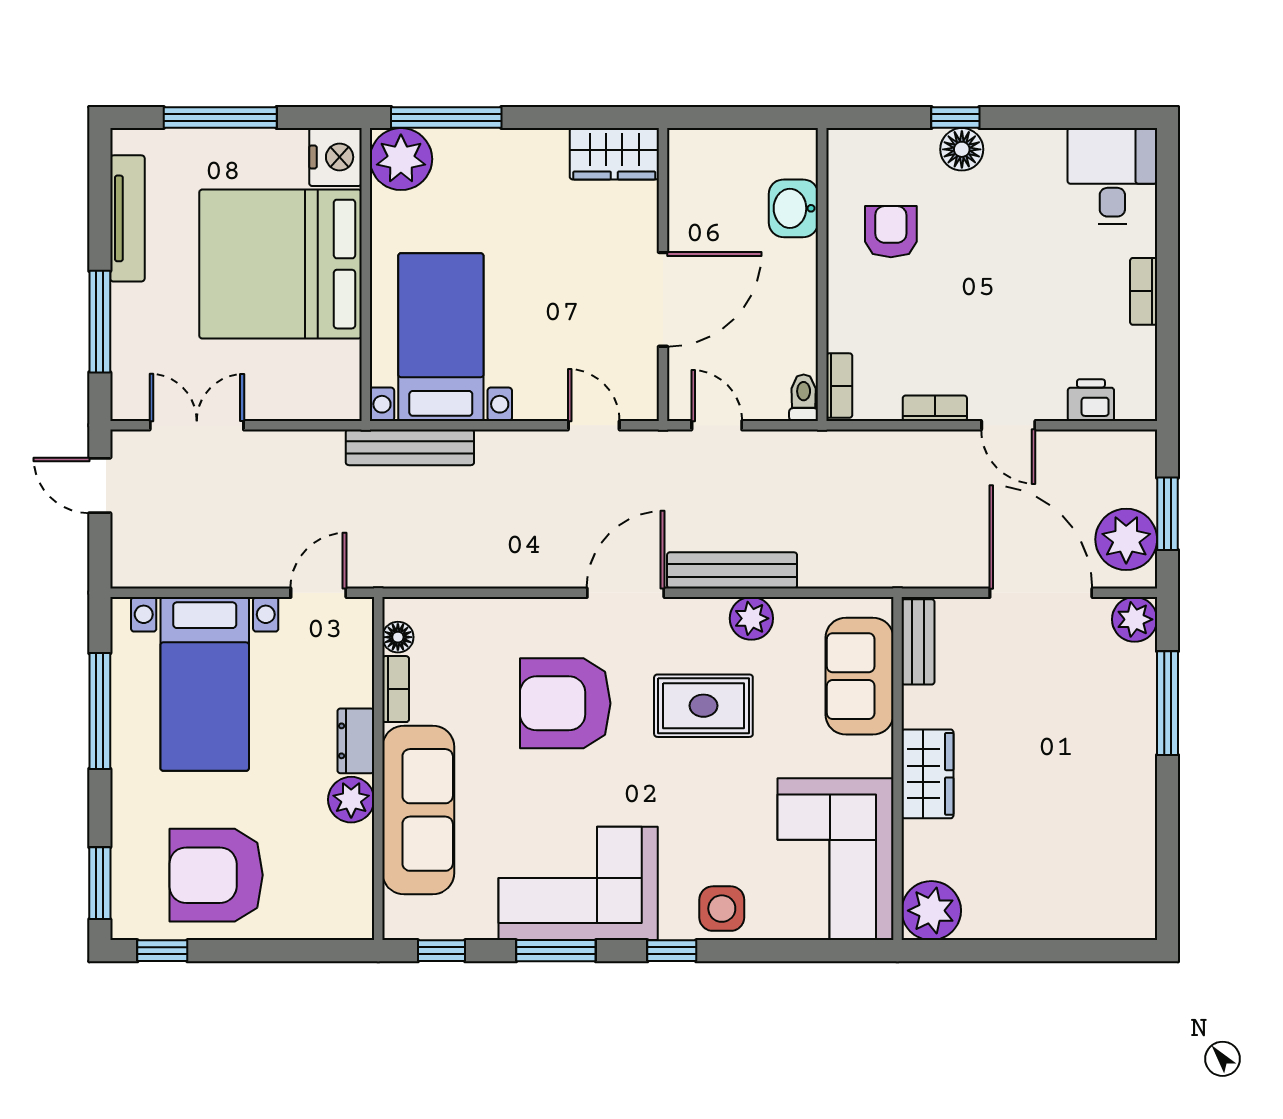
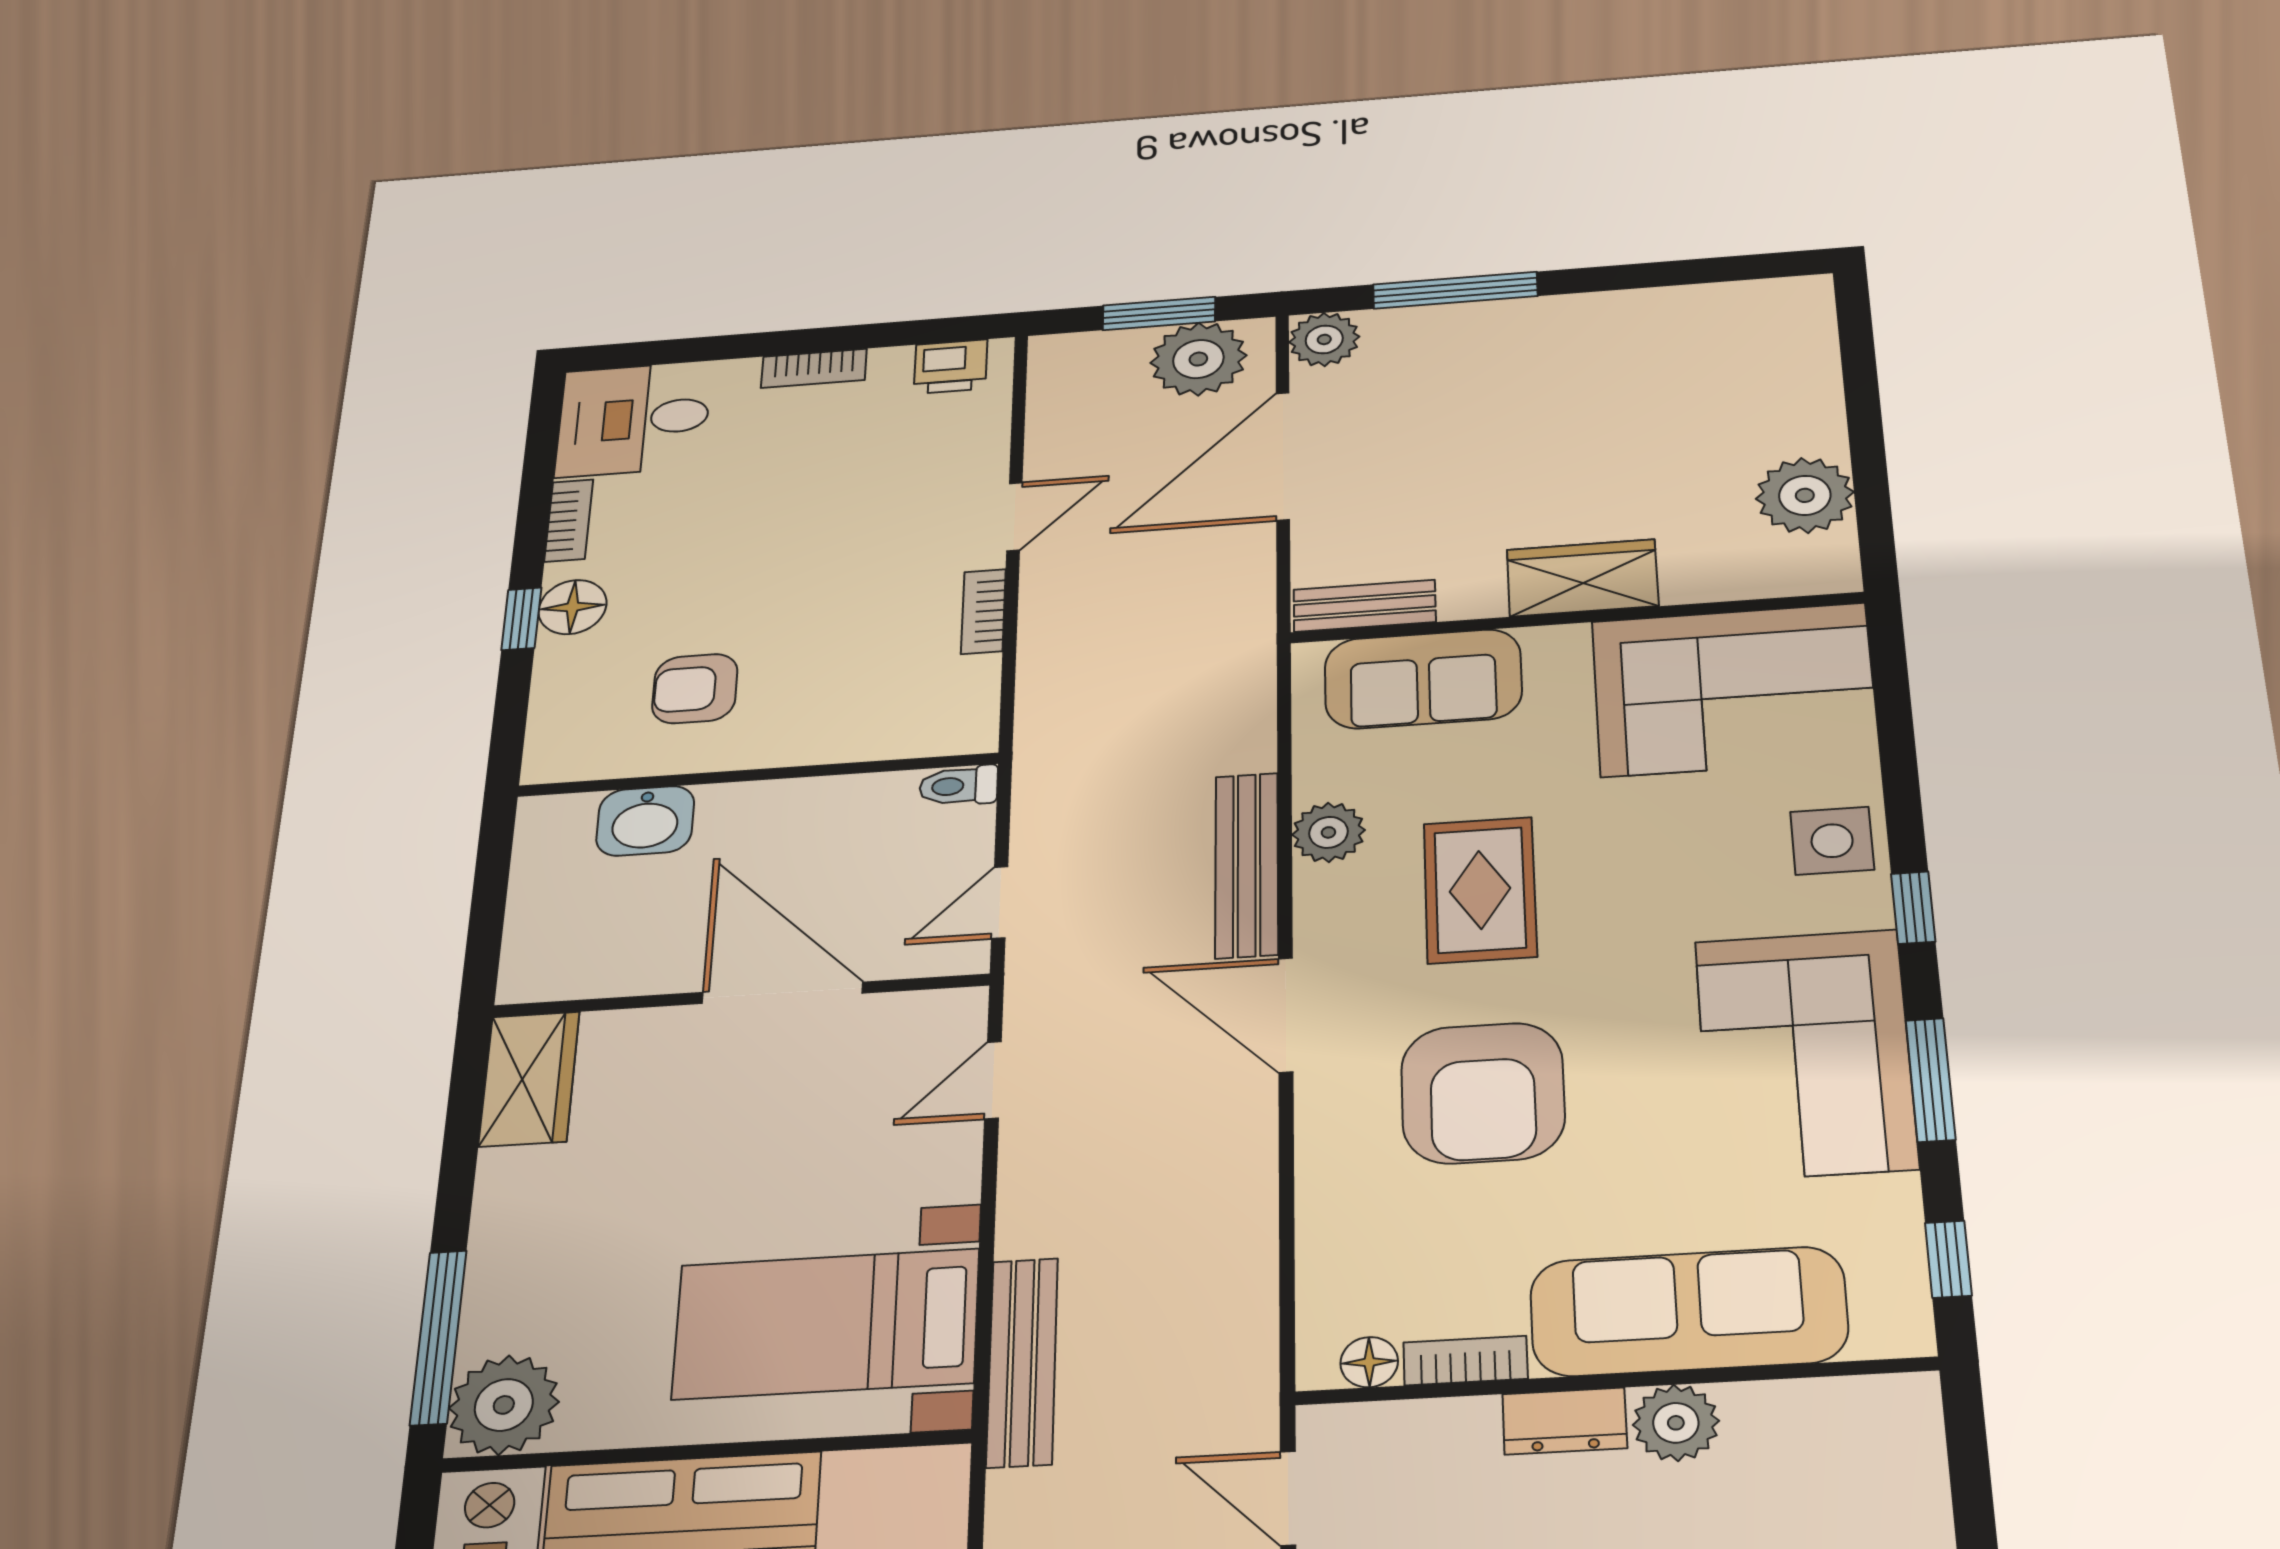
bookcase: (839, 386) -> (569, 521), moved, turned 90
printer: (1091, 400) -> (951, 367), moved, turned -90
plant: (931, 911) -> (1805, 495), moved

